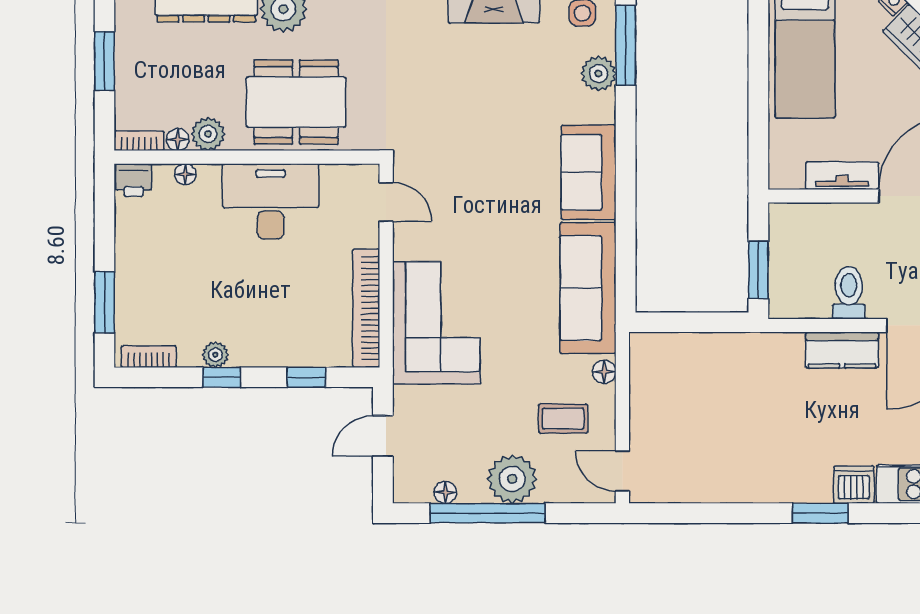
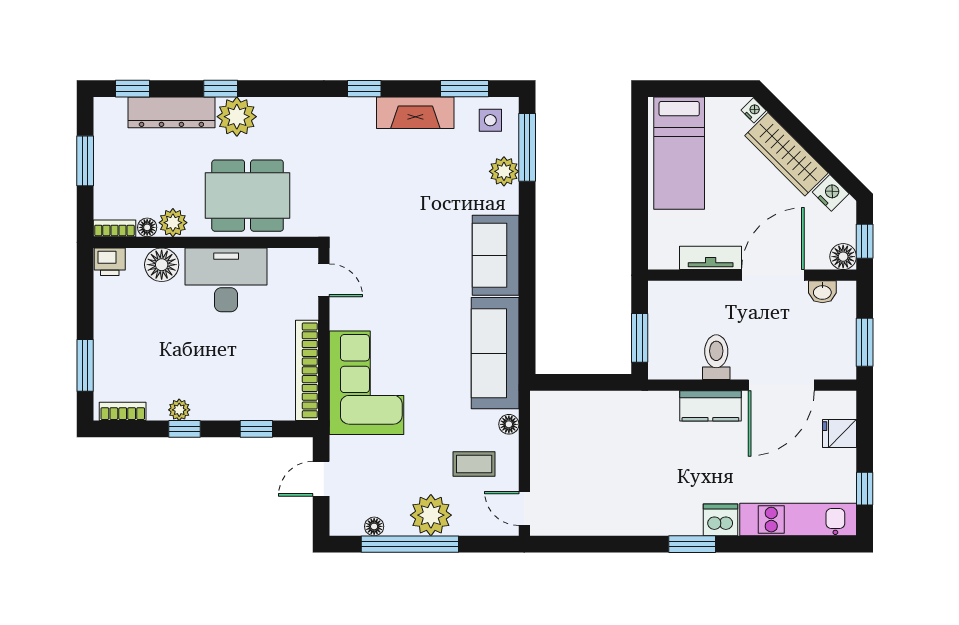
floor lamp: (185, 174) -> (162, 265), width x1.89, depth x1.89

